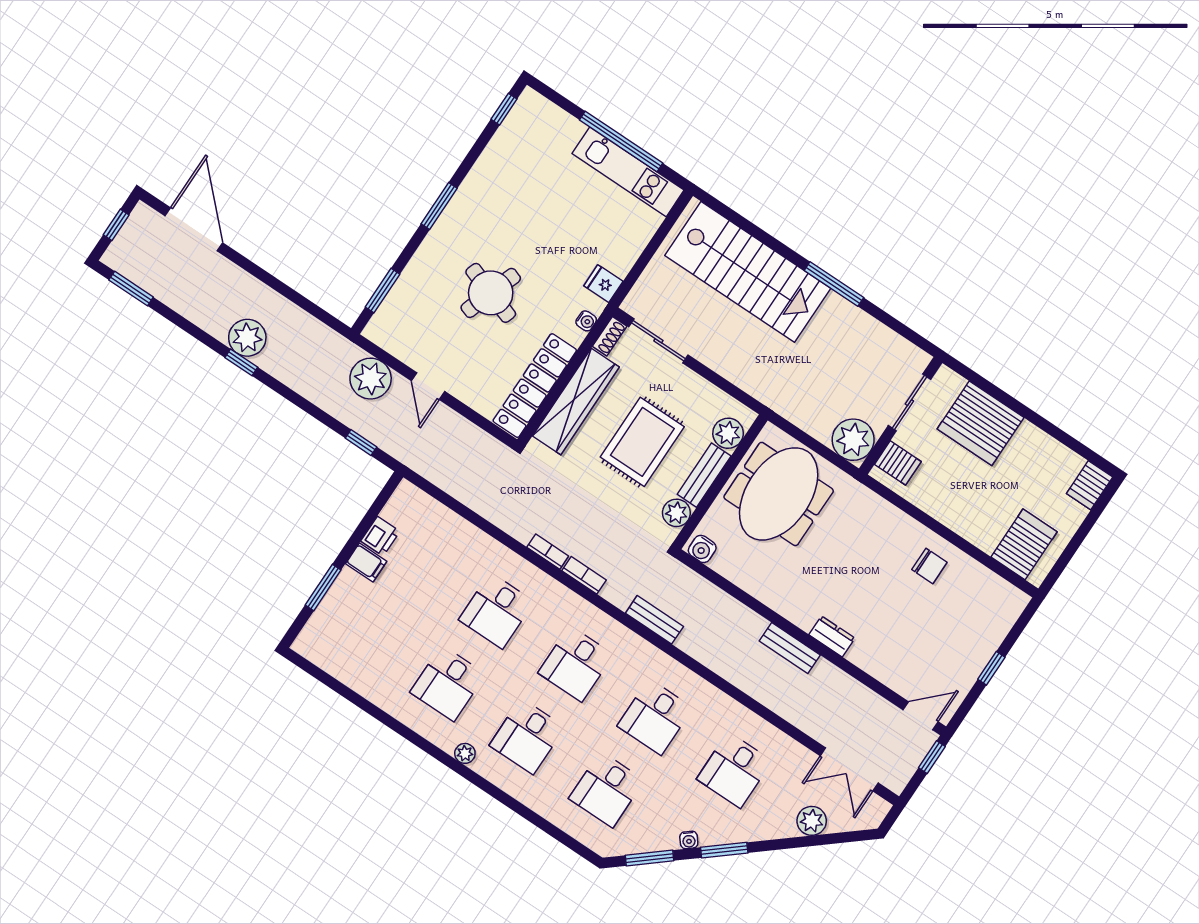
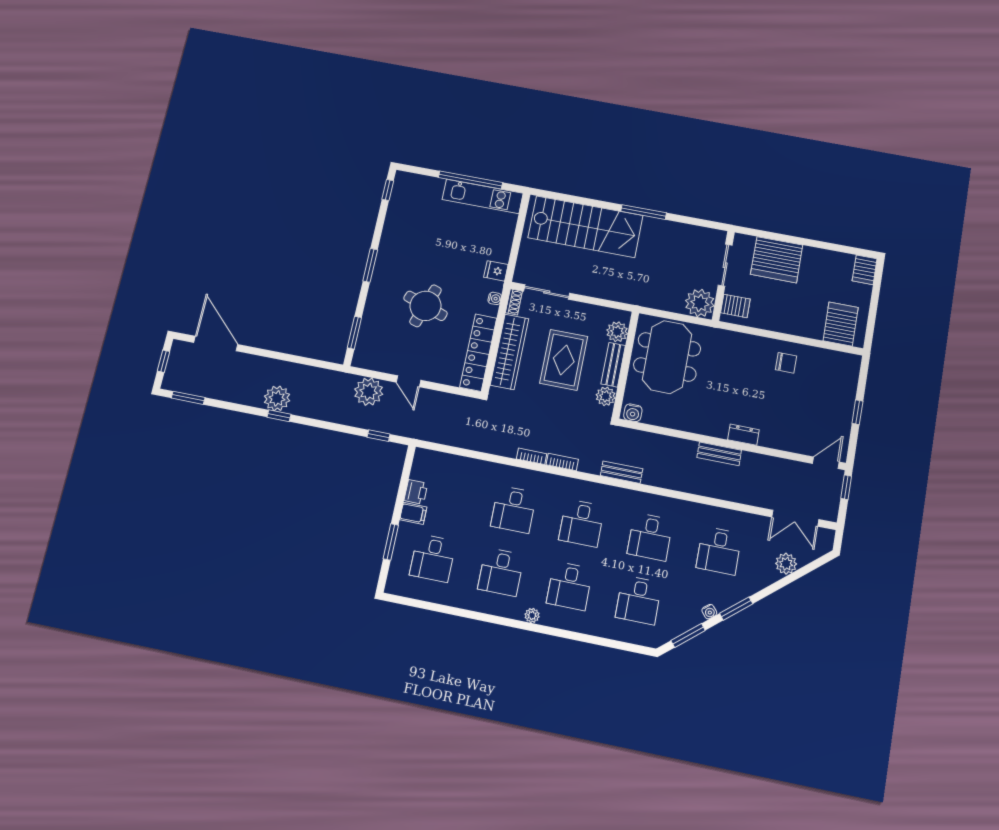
desk: (369, 630) -> (433, 558), added

